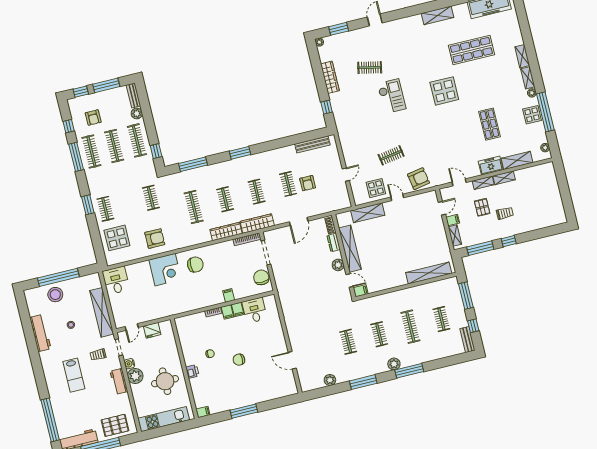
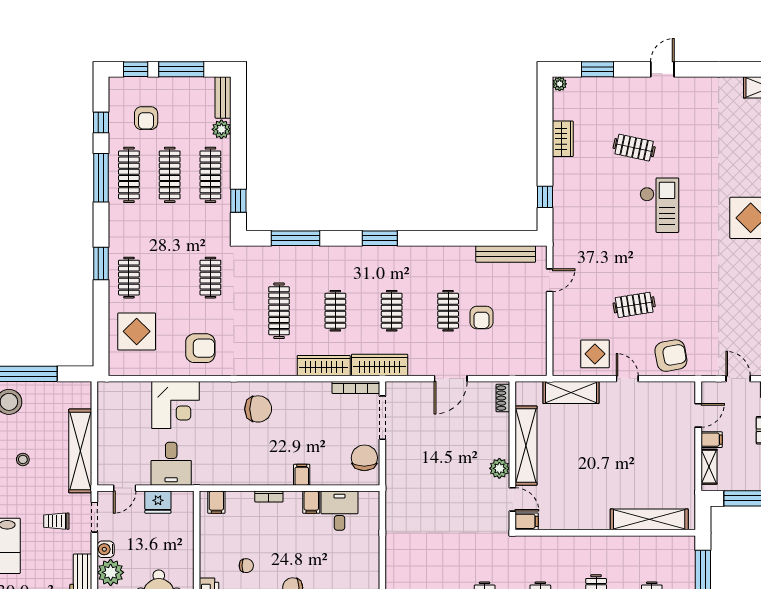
wardrobe: (330, 77) -> (563, 139), width x0.67
door: (346, 175) -> (550, 280), moved
dresser: (334, 242) -> (501, 428), removed
corner desk: (165, 270) -> (175, 405), moved
desk: (116, 280) -> (171, 464), moved, turned 180
filing cabinet: (227, 312) -> (216, 502), moved

